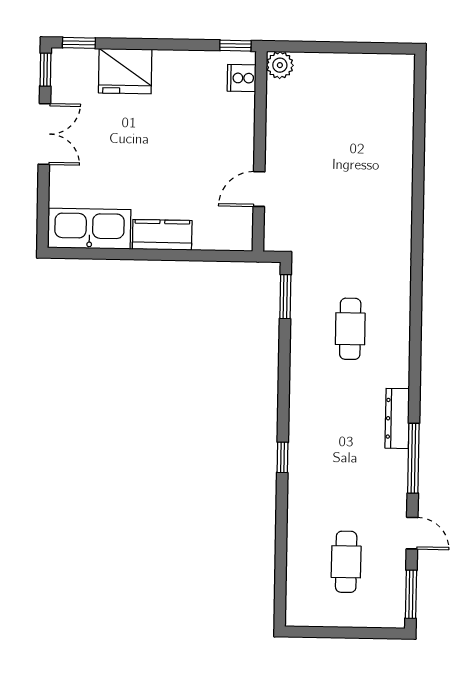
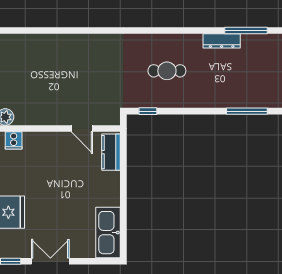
kitchen counter: (162, 235) -> (111, 152), moved
window: (285, 297) -> (148, 111), width x0.67
window: (283, 457) -> (247, 111), width x2.17

